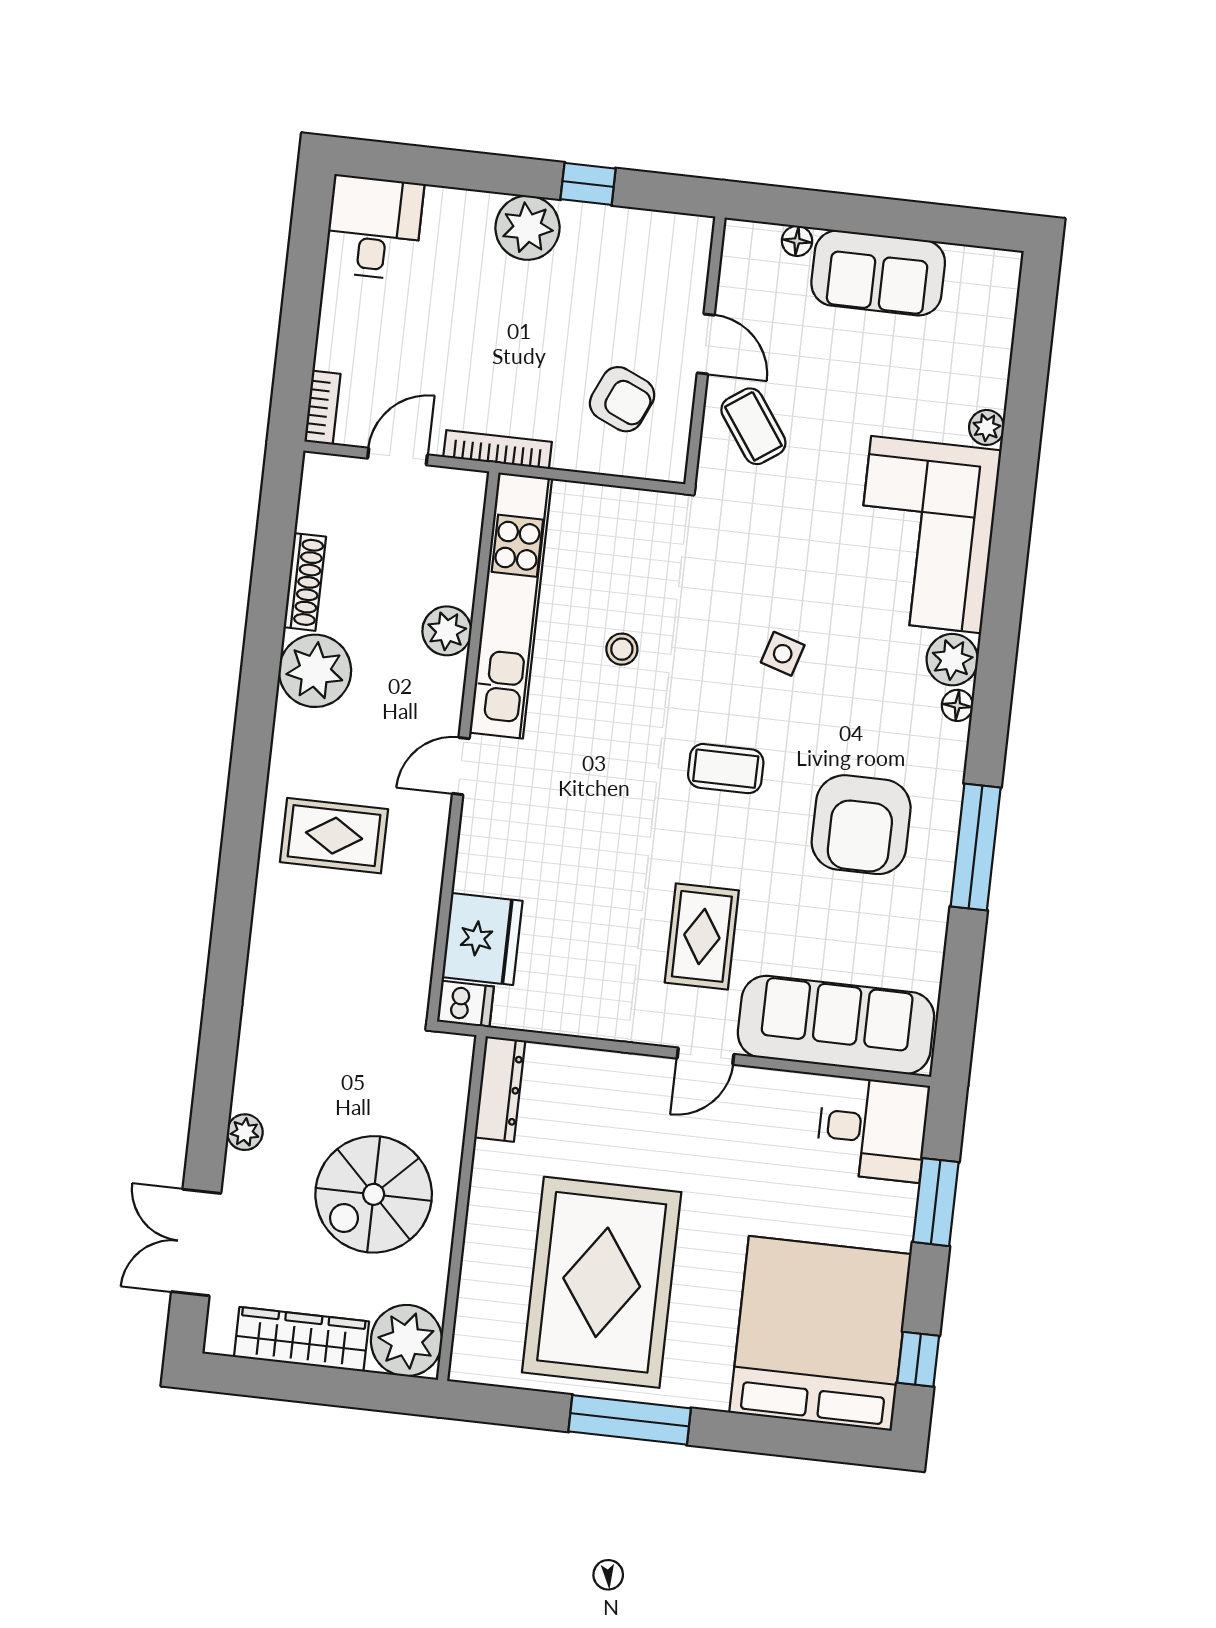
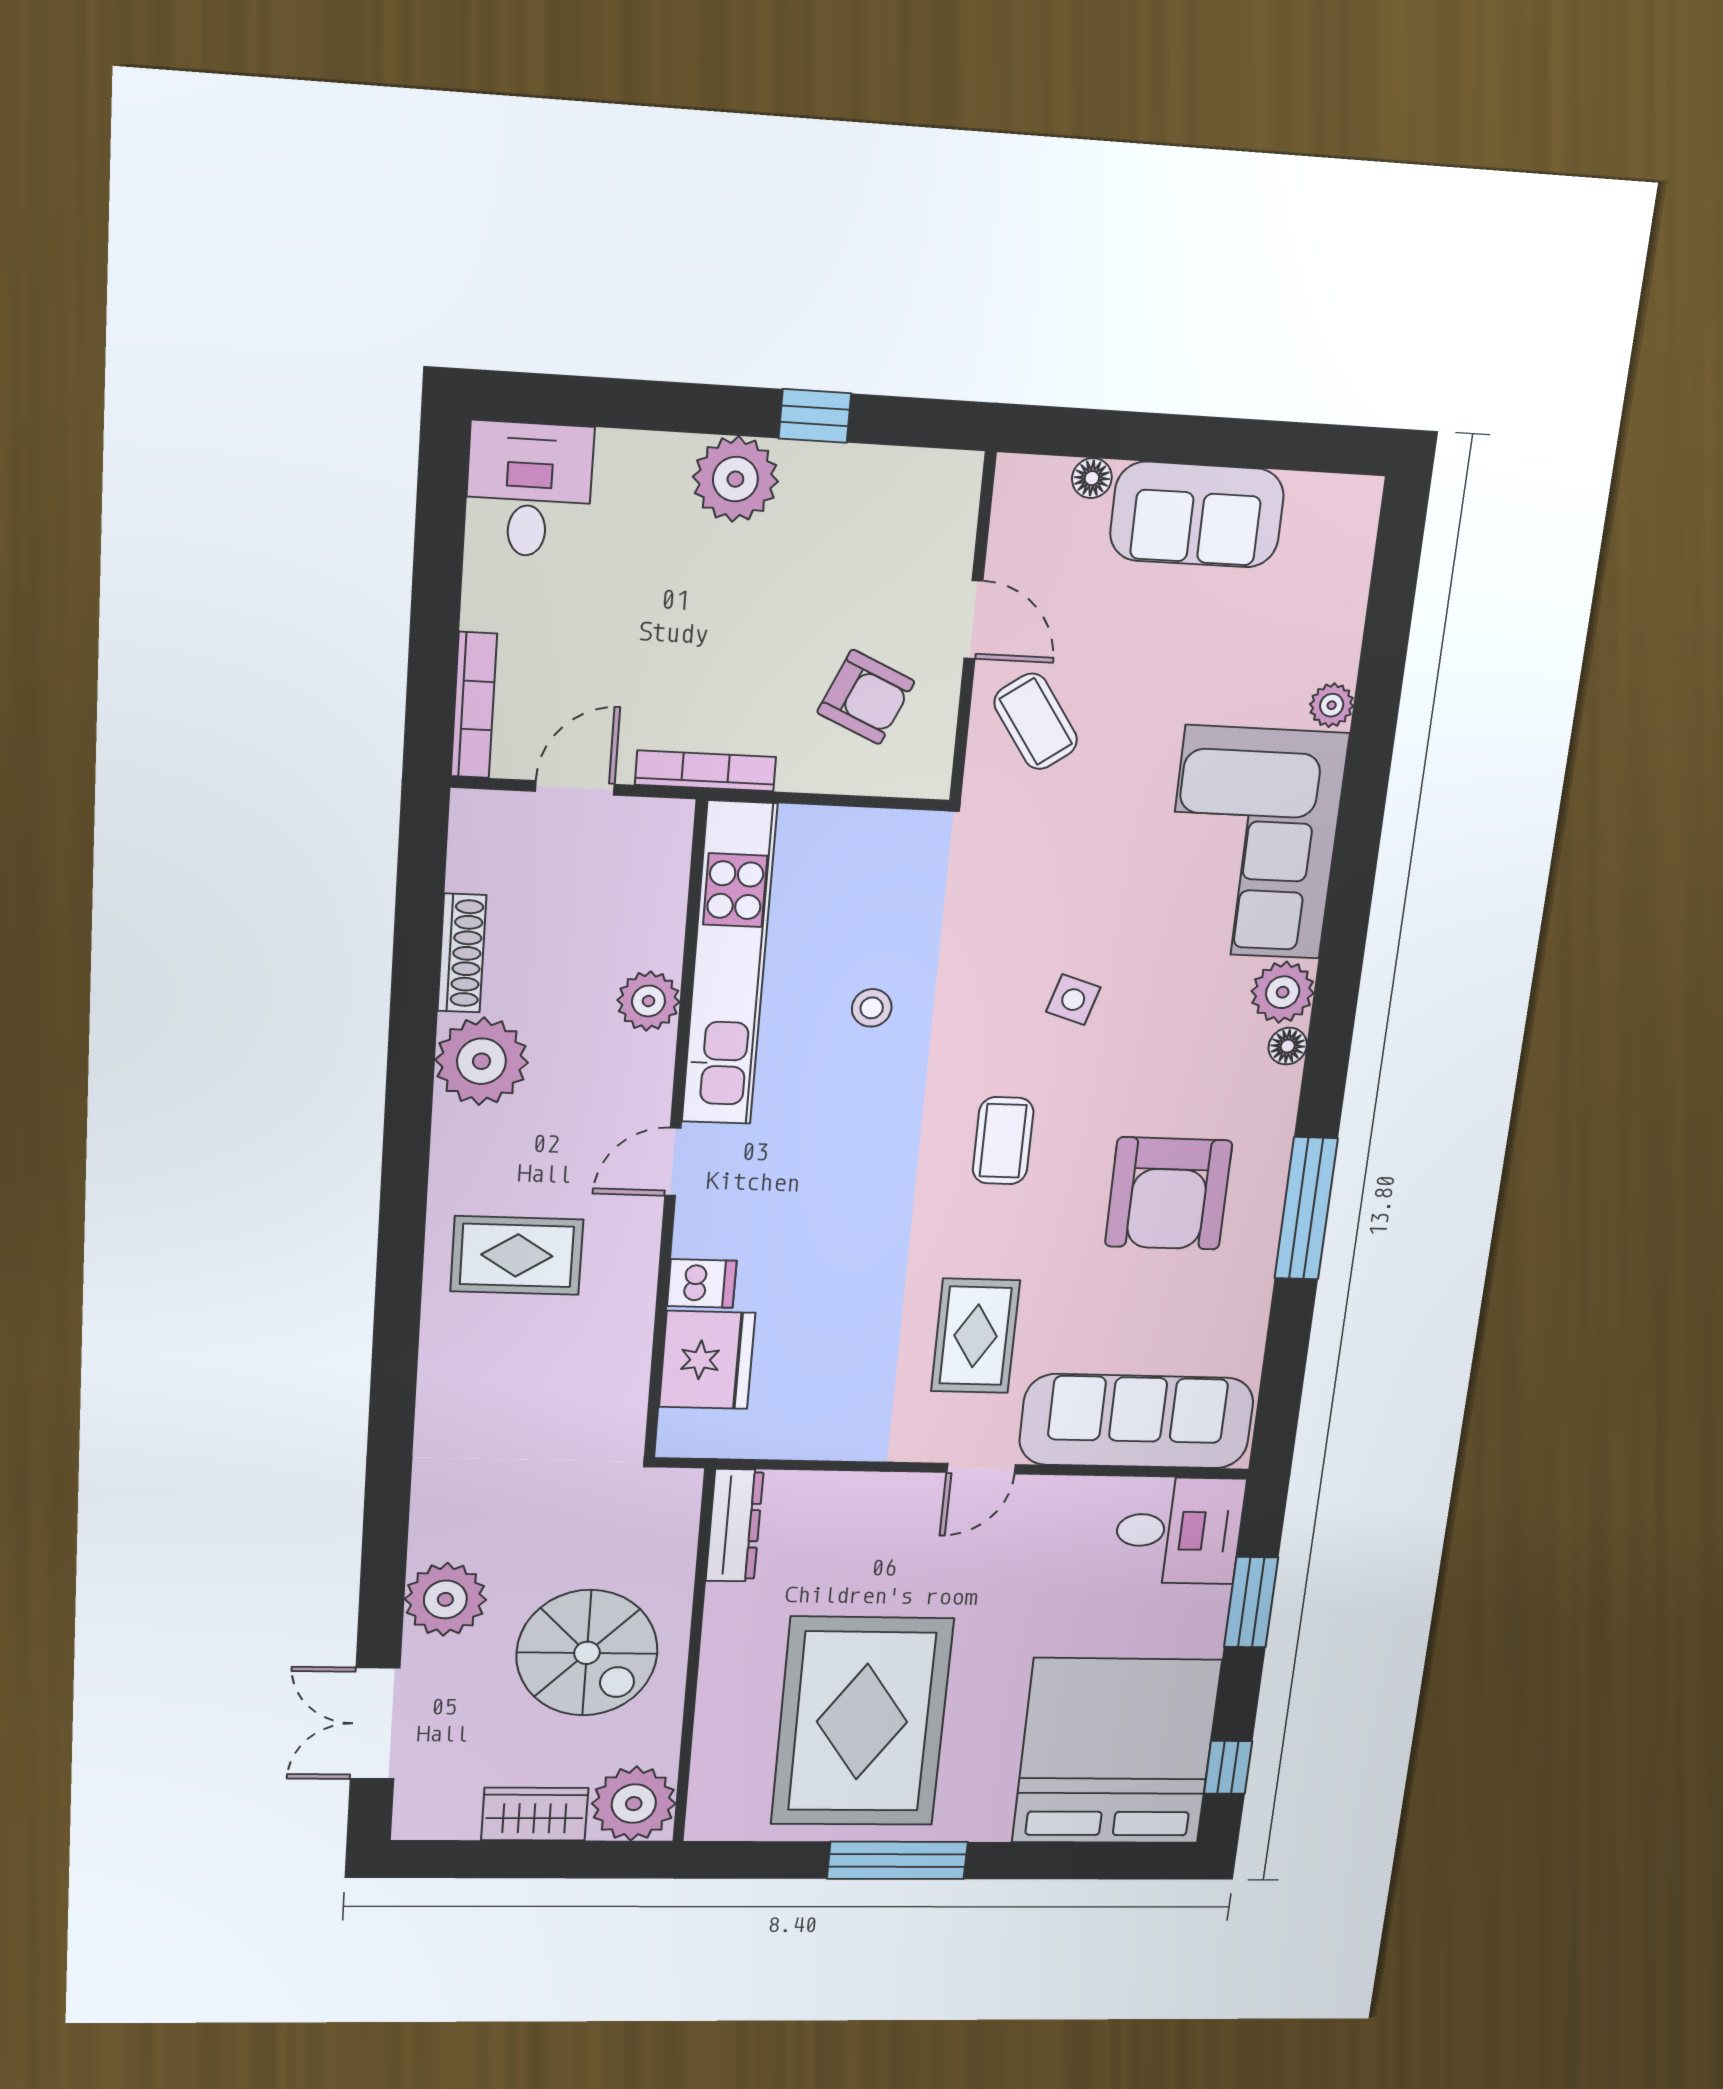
bookcase: (322, 408) -> (474, 705), width x1.56
coffee table: (726, 769) -> (1003, 1141), turned 90
dishwasher: (465, 1004) -> (702, 1283), moved
plant: (245, 1132) -> (445, 1599), width x1.88, depth x1.88
spiral stairs: (374, 1194) -> (587, 1653), turned -90
wardrobe: (301, 1339) -> (535, 1814), width x0.67

